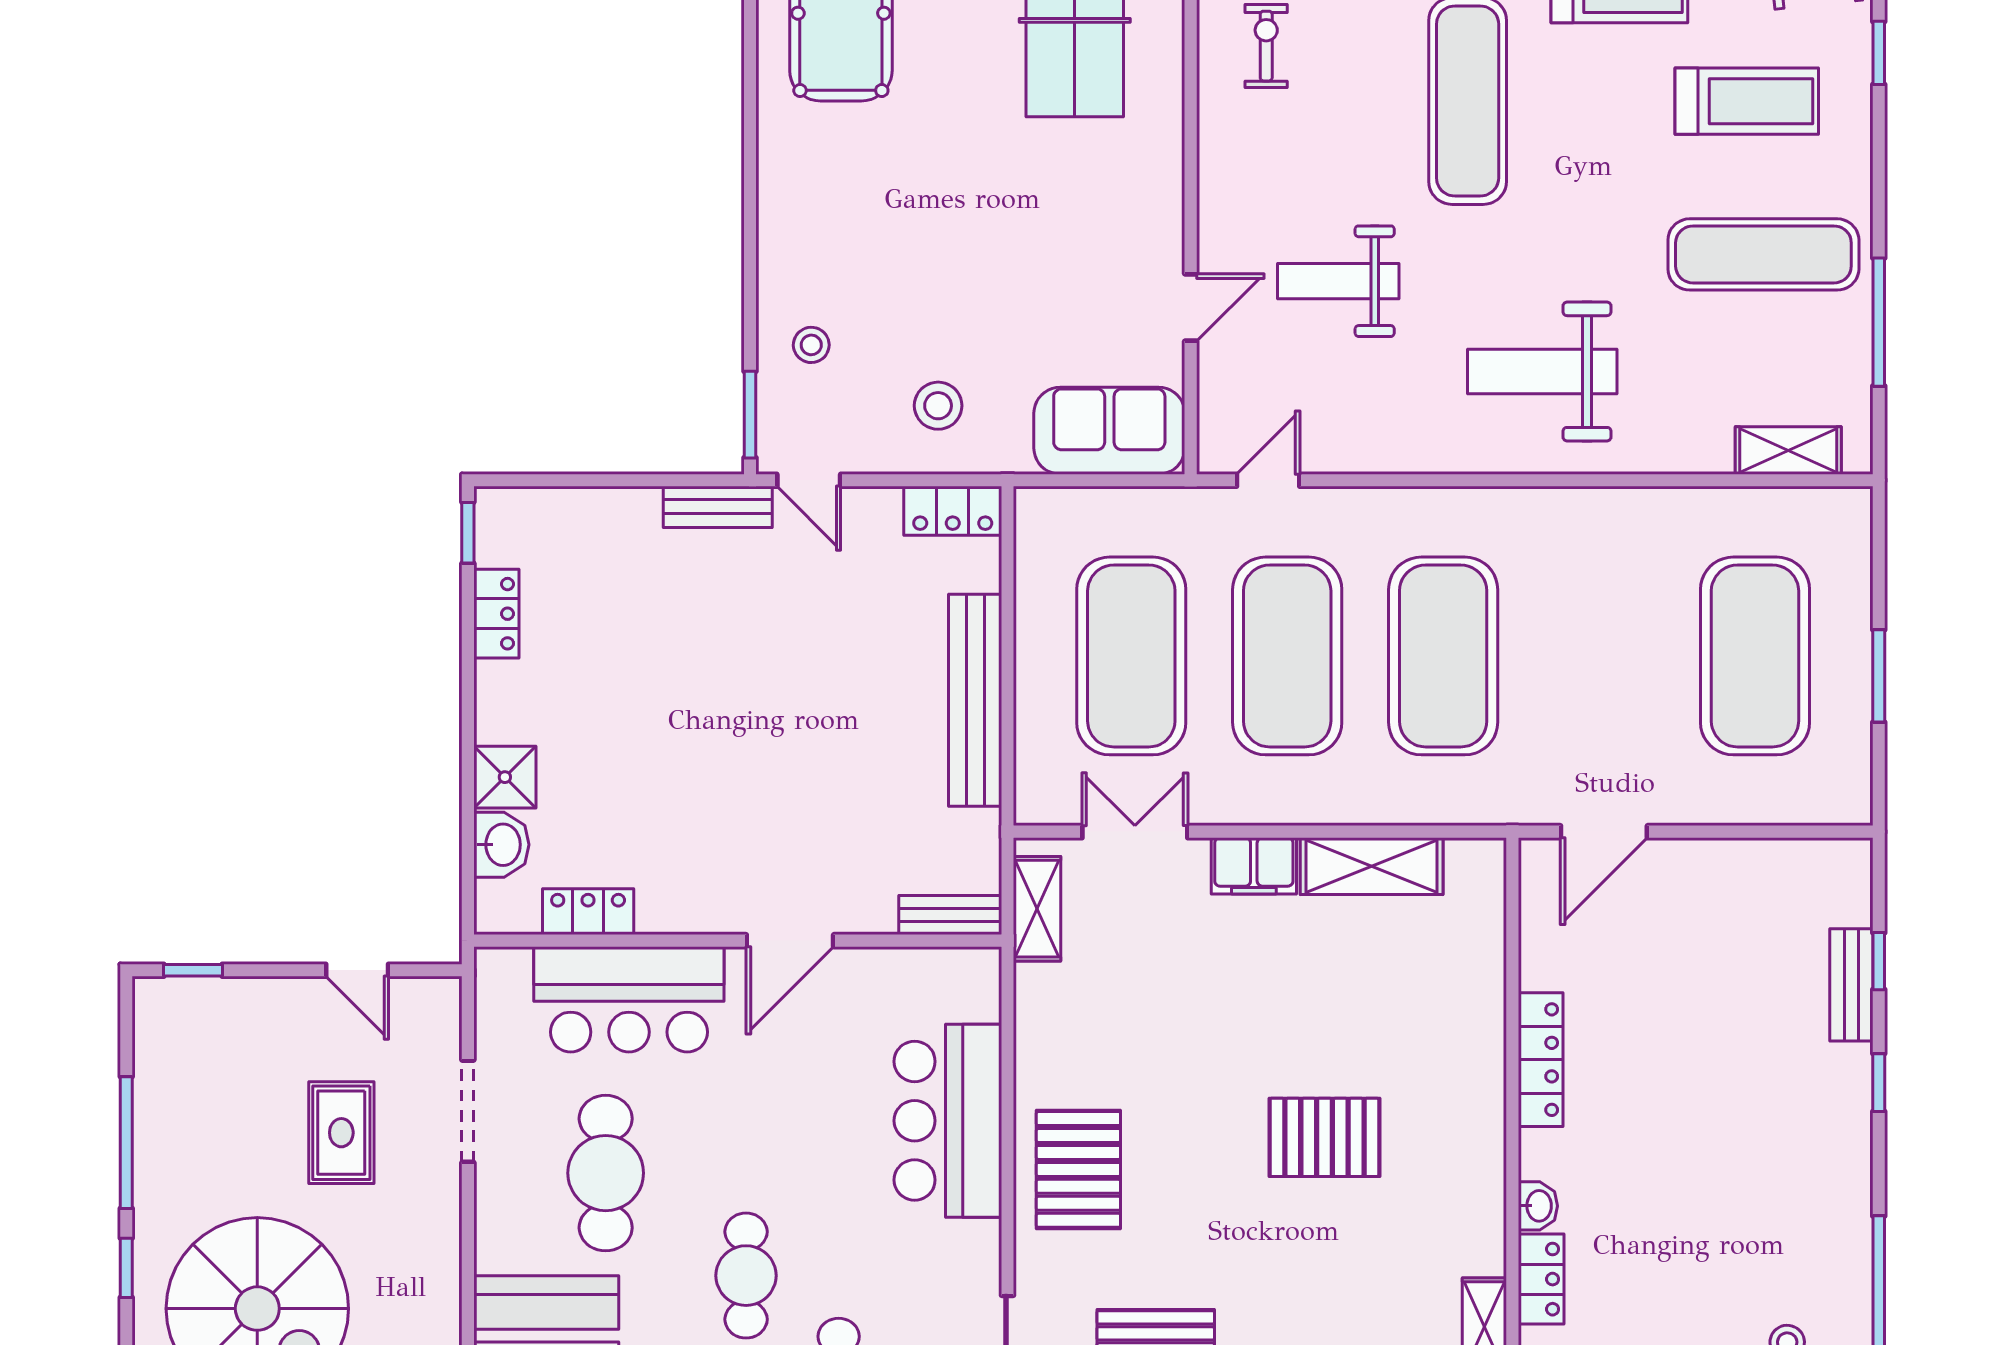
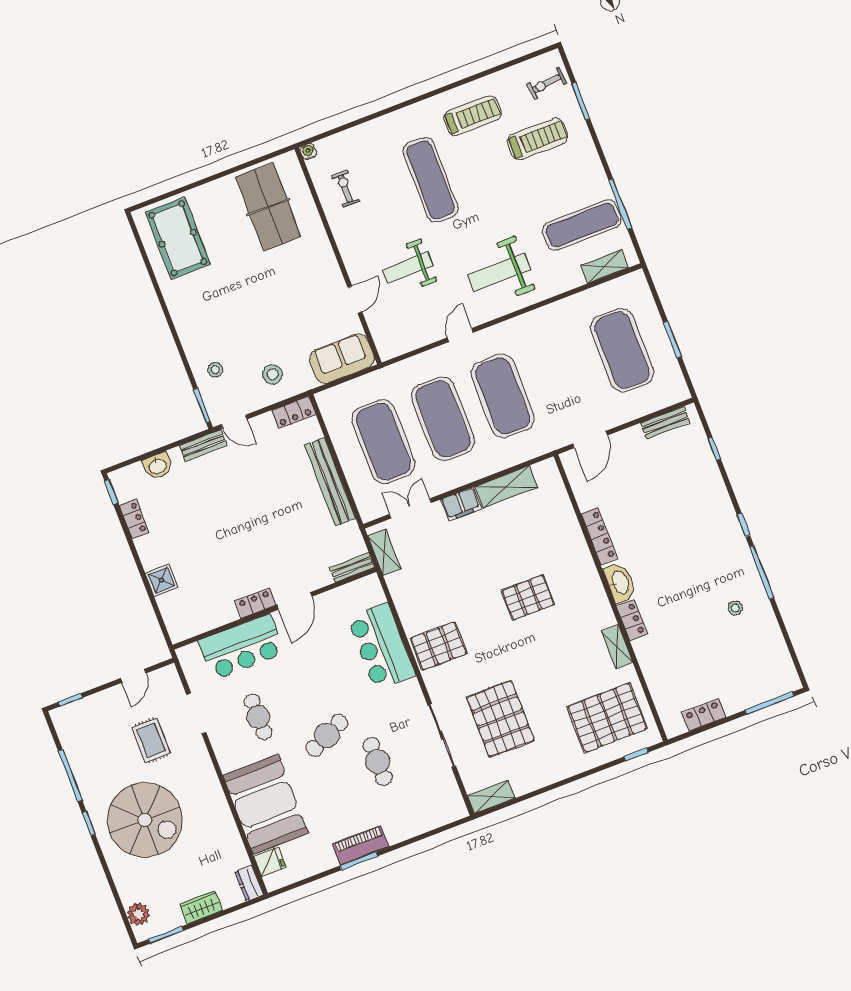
window: (1879, 53) -> (581, 101), width x1.50
exercise mat: (1763, 254) -> (582, 225), moved
door: (1268, 480) -> (460, 335), moved
washbasin: (501, 845) -> (158, 466), moved, turned 90
locker: (588, 912) -> (256, 603), moved
door: (357, 970) -> (133, 676), hinge flipped
bench: (1851, 985) -> (665, 423), moved, turned 90
window: (1879, 1083) -> (744, 525), moved
pallet: (1078, 1169) -> (439, 646), turned 90
cafe table: (606, 1173) -> (258, 717), width x0.73, depth x0.74
washbasin: (1538, 1206) -> (620, 583), width x1.91, depth x1.45
cafe table: (746, 1276) -> (327, 735), turned 65

